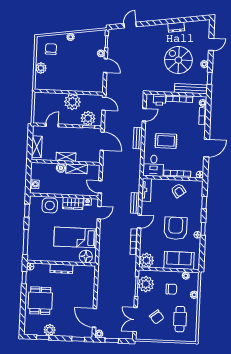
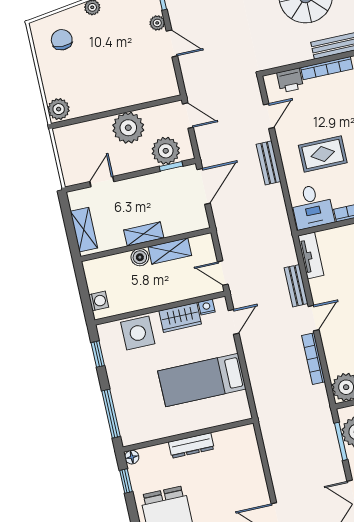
plant: (41, 68) -> (59, 109), moved
door: (102, 141) -> (204, 186), hinge flipped
floor lamp: (86, 257) -> (231, 410), removed

